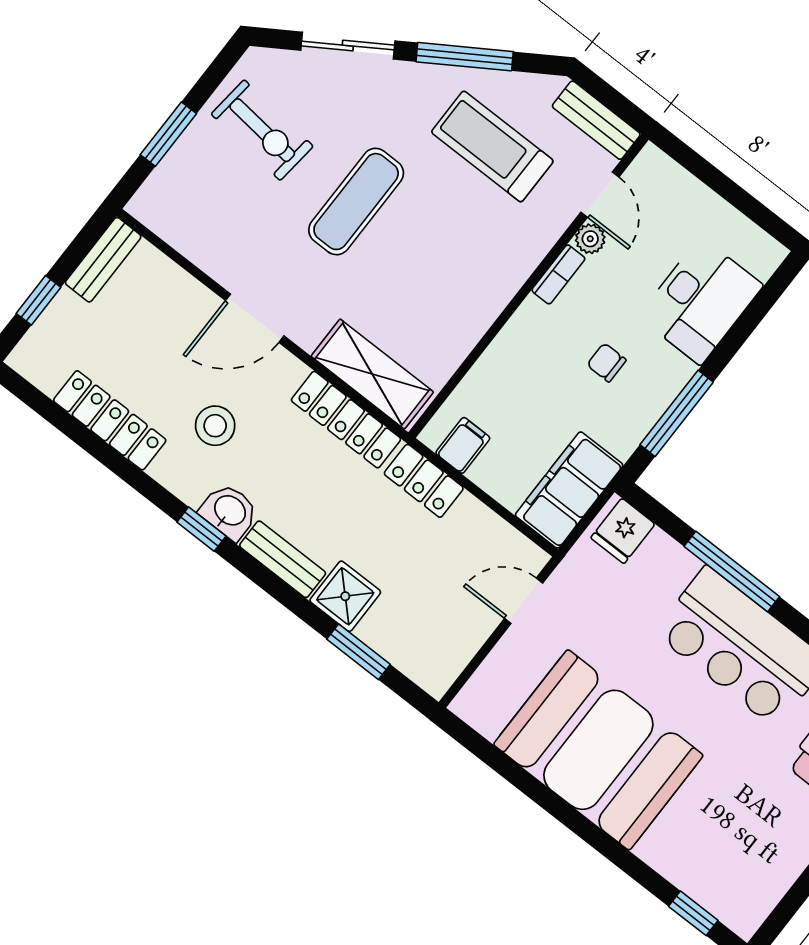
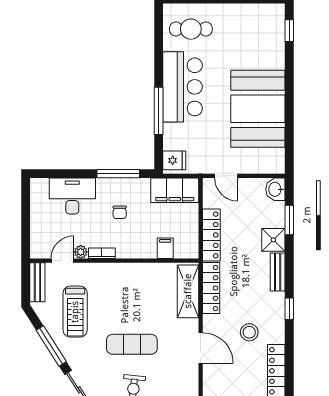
filing cabinet: (463, 445) -> (165, 248), moved, turned 90
locker: (424, 481) -> (211, 235), width x1.53
washbasin: (229, 511) -> (275, 189), moved

